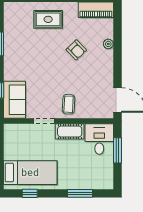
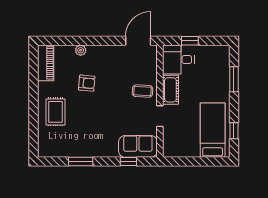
armchair: (76, 50) -> (87, 83), turned 49
window: (118, 150) -> (190, 41), width x0.67

